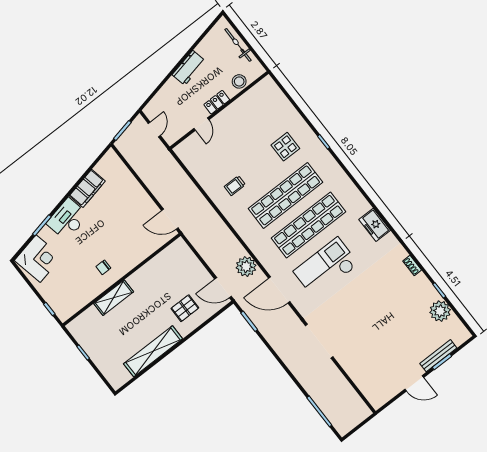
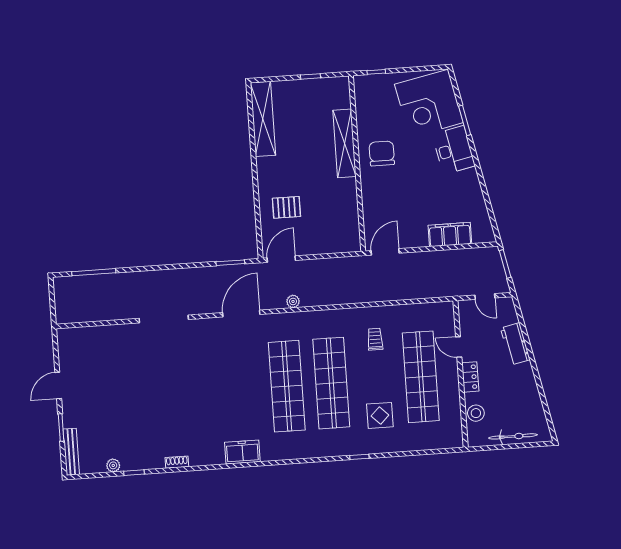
workbench: (189, 68) -> (515, 344), moved
shop shelf: (240, 136) -> (421, 377), added
filing cabinet: (87, 188) -> (450, 234), moved, turned 102
corner desk: (38, 259) -> (429, 103), width x1.36, depth x1.36
chair: (103, 267) -> (382, 154), width x1.87, depth x1.87
plant: (246, 267) -> (293, 301), width x0.53, depth x0.53
checkout: (326, 268) -> (232, 375), removed
shelving: (114, 298) -> (345, 143), width x1.47
pallet: (185, 308) -> (286, 207), turned 90
plant: (440, 311) -> (113, 465), width x0.53, depth x0.53
shelving: (153, 351) -> (263, 119), moved
bench: (438, 356) -> (71, 452), moved

